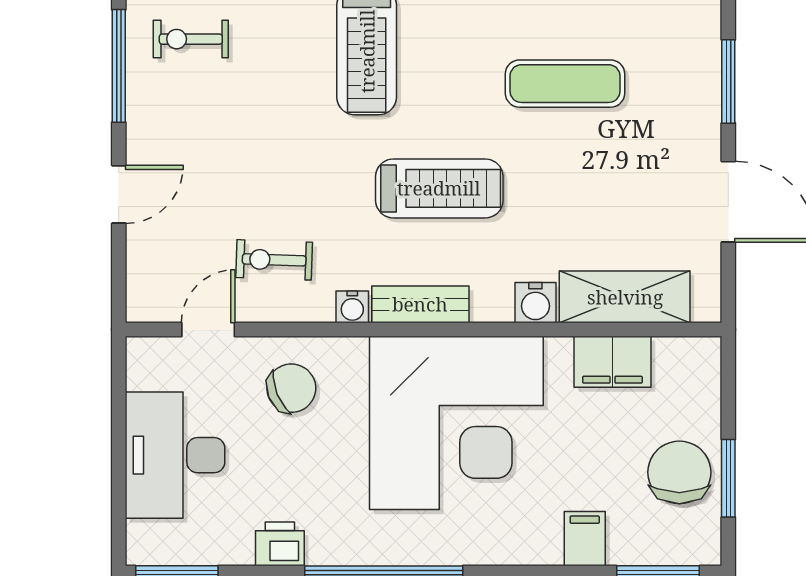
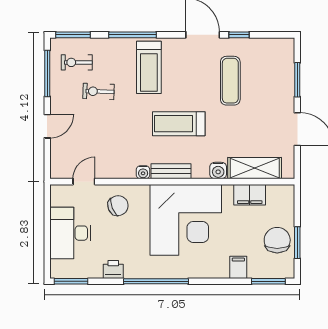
exercise mat: (565, 84) -> (230, 81), turned 90
treadmill: (439, 188) -> (179, 124), turned 180
exercise bike: (274, 260) -> (98, 91), moved

